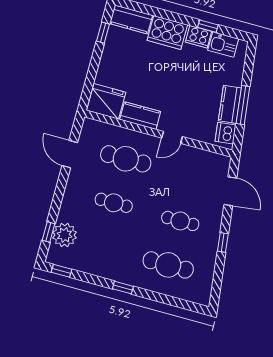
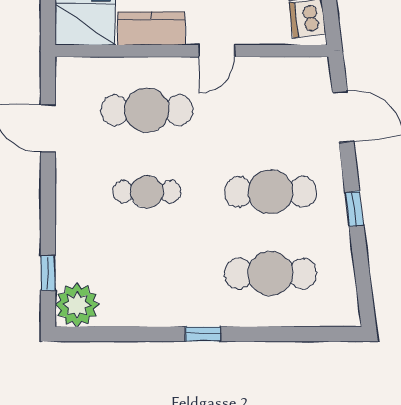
cafe table: (180, 221) -> (271, 192), width x1.37, depth x1.35
plant: (65, 235) -> (77, 305), moved
window: (62, 271) -> (89, 334), removed

